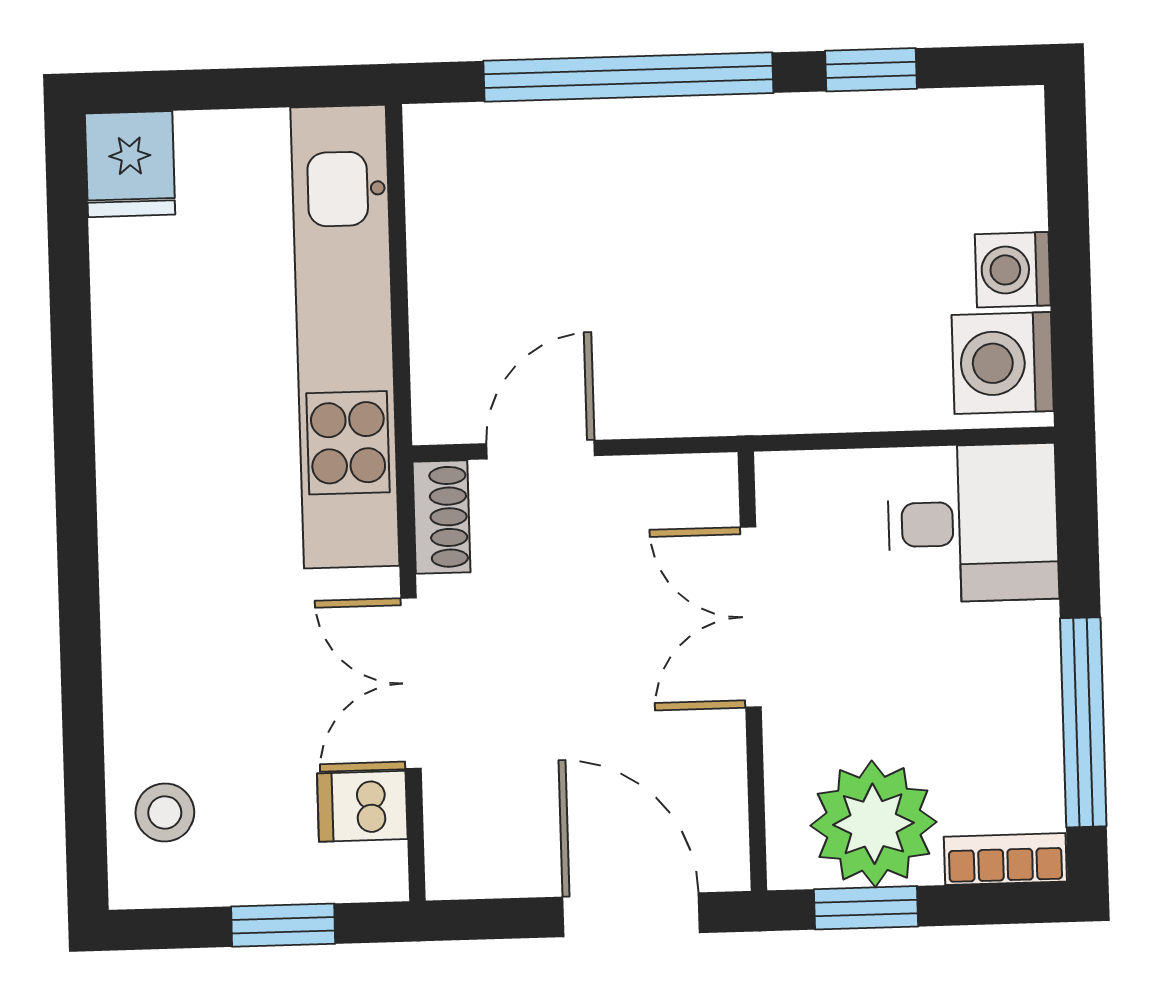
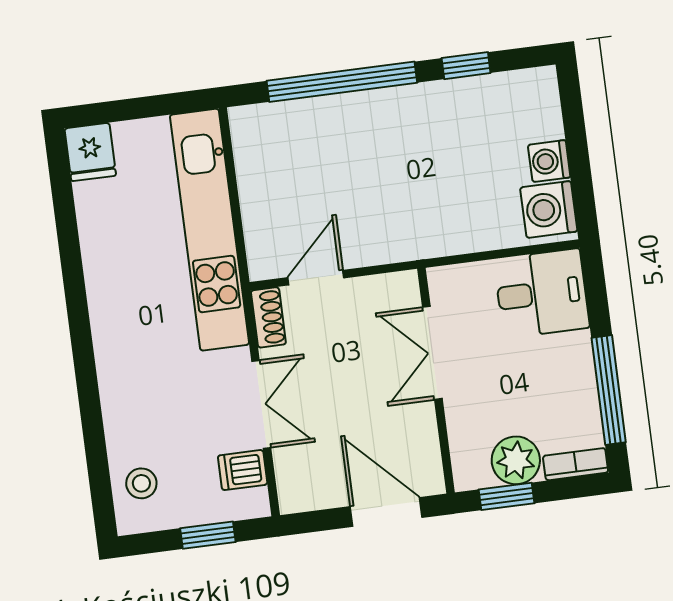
double door: (411, 683) -> (261, 404), swing flipped
plant: (873, 824) -> (516, 460), width x0.73, depth x0.73

